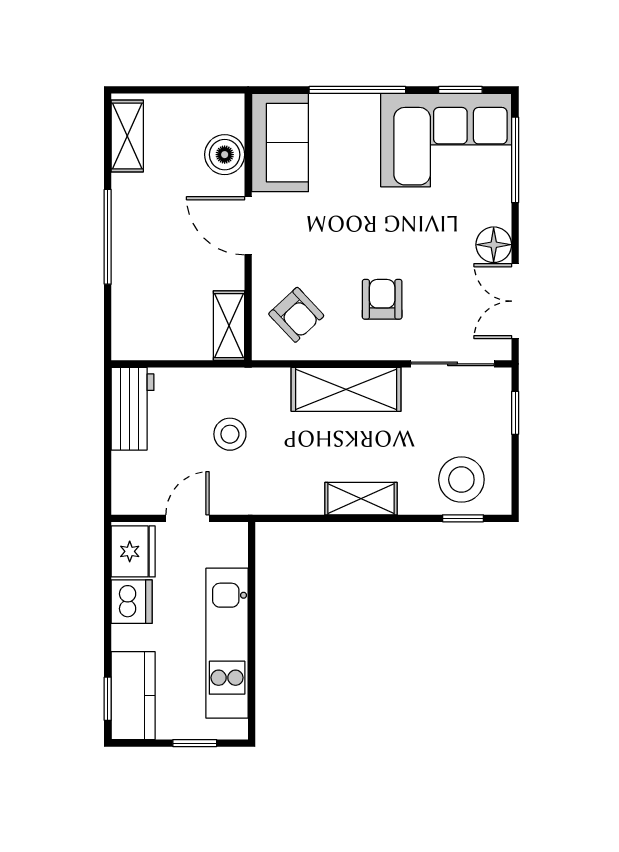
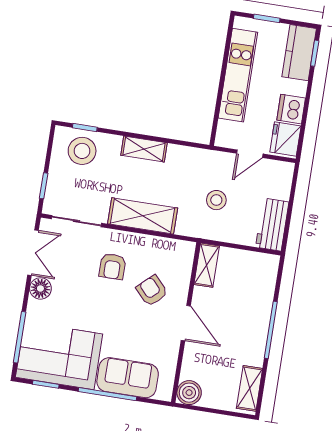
sofa: (280, 143) -> (128, 378), moved, turned 90
boiler: (225, 155) -> (189, 393), moved
armchair: (296, 315) -> (152, 291), moved

